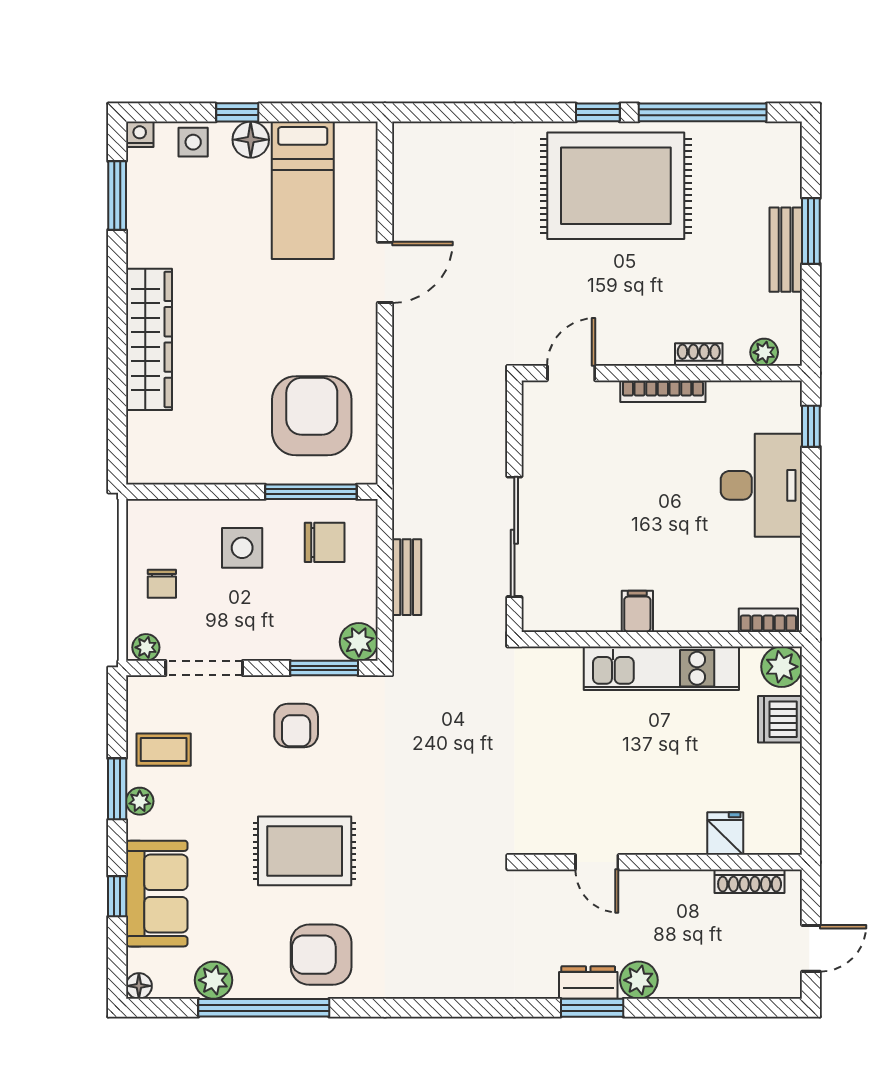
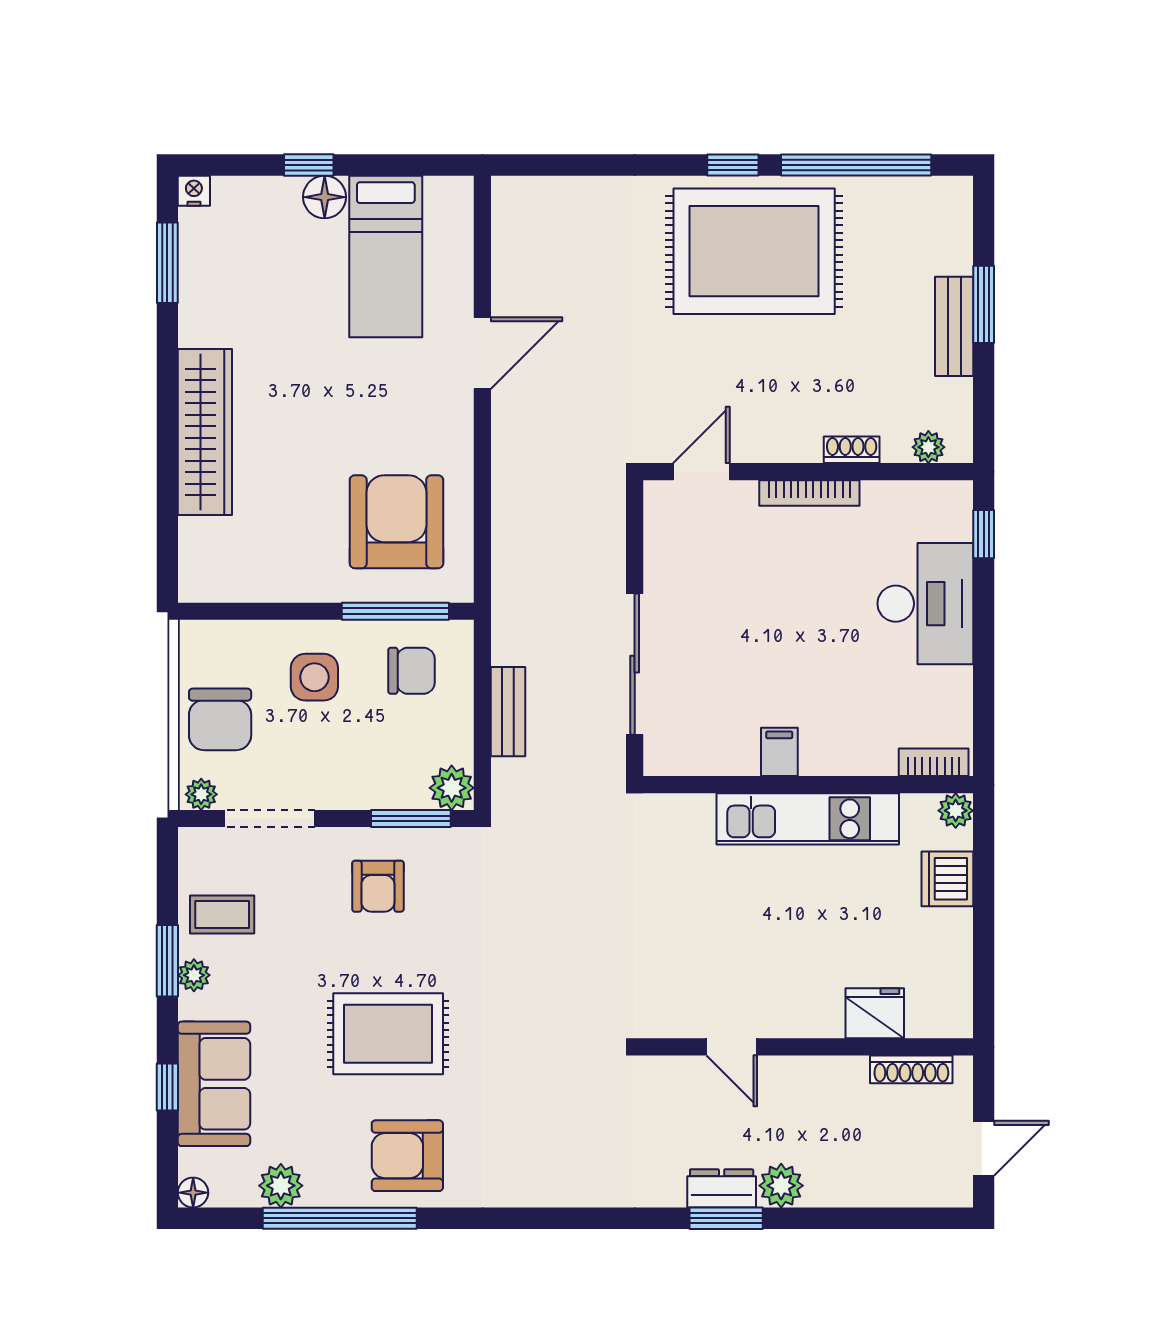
side table: (193, 142) -> (257, 200), removed
chair: (162, 584) -> (220, 719), width x1.87, depth x1.87
plant: (782, 667) -> (956, 811), width x0.73, depth x0.73
fridge: (725, 834) -> (875, 1013), width x1.38

